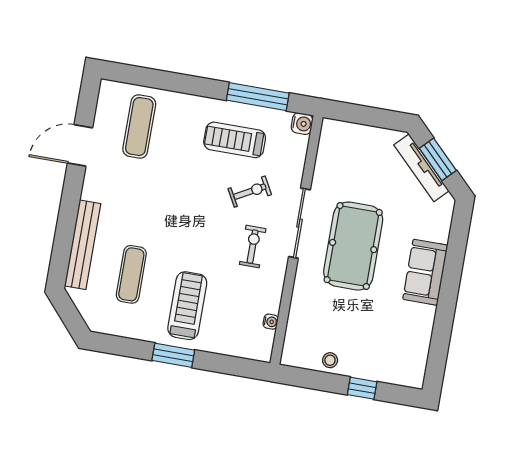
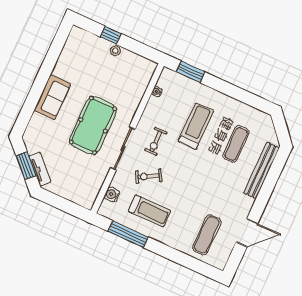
water cooler: (302, 124) -> (112, 195), moved
tv unit: (421, 168) -> (40, 169), width x0.71
treadmill: (187, 306) -> (196, 126), moved, turned 180
window: (173, 355) -> (191, 72), moved
stool: (330, 360) -> (115, 51), moved

